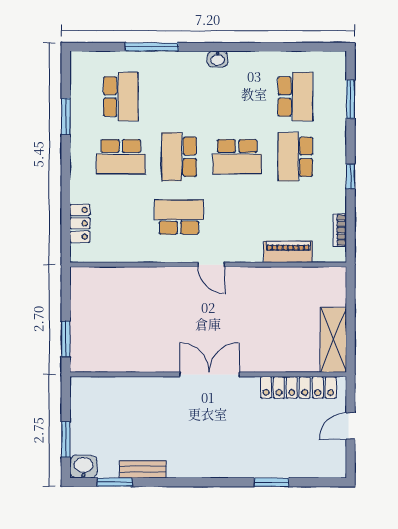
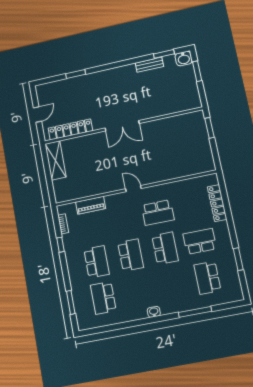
school desk: (237, 157) -> (131, 255), turned 90
window: (350, 176) -> (61, 245), moved
locker: (80, 223) -> (217, 203), width x1.53

